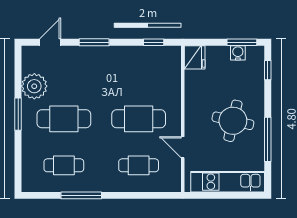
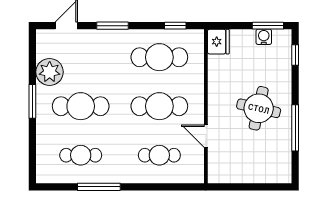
cafe table: (139, 72) -> (159, 57), added
kitchen unit: (228, 182) -> (253, 172), removed

